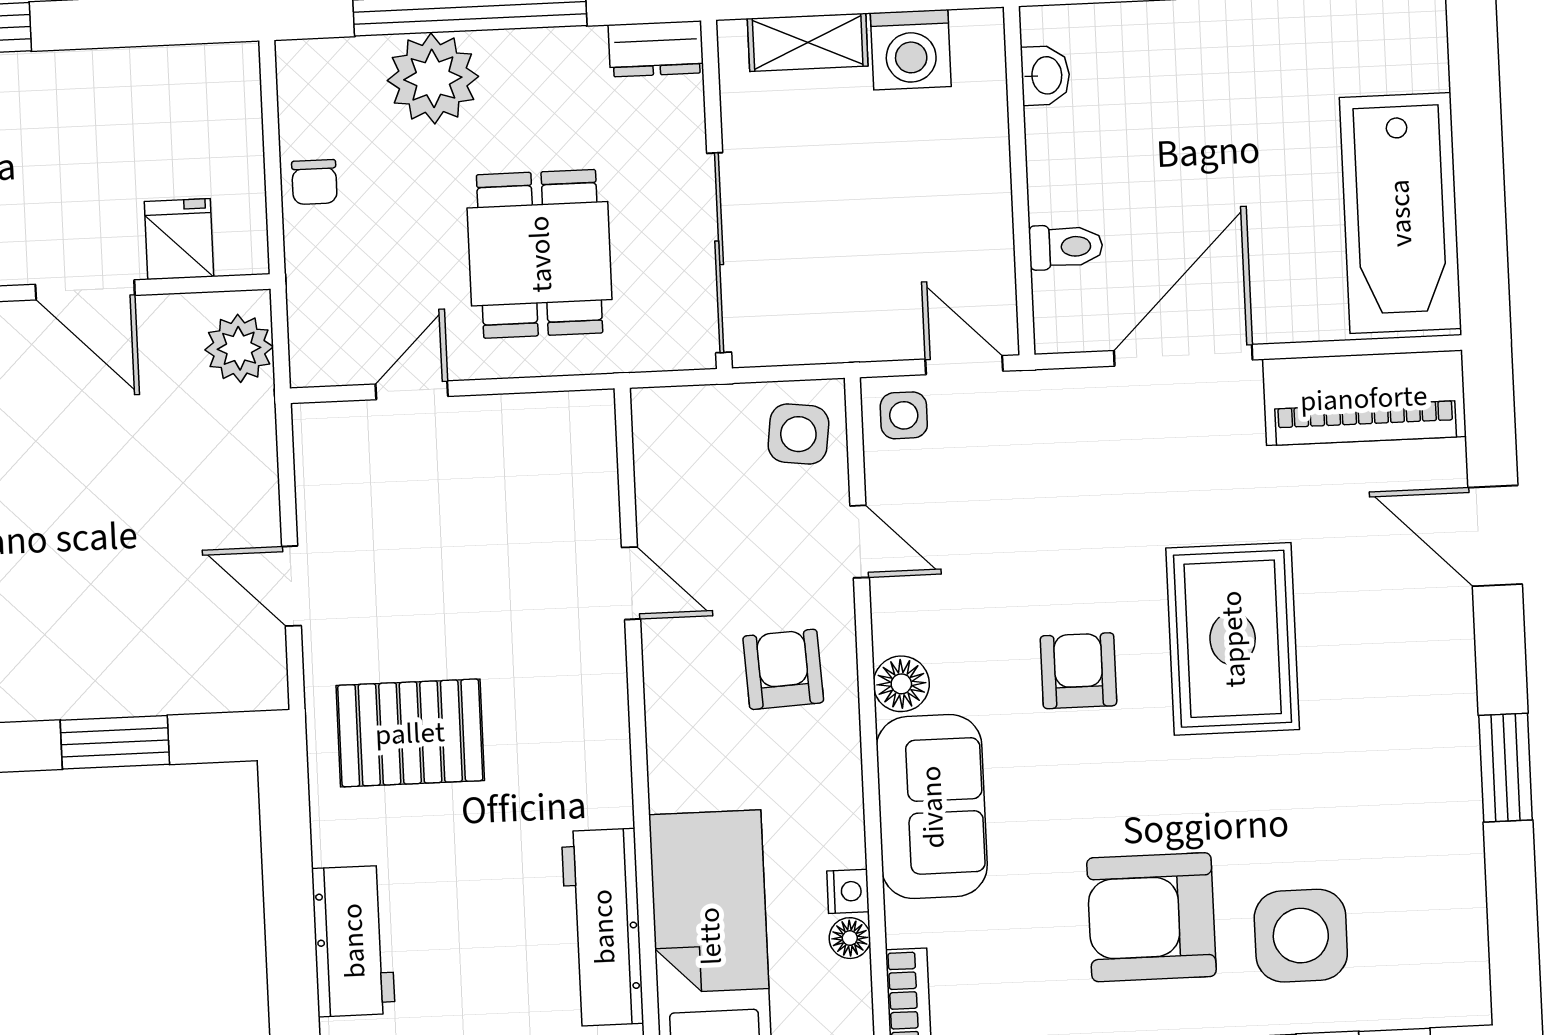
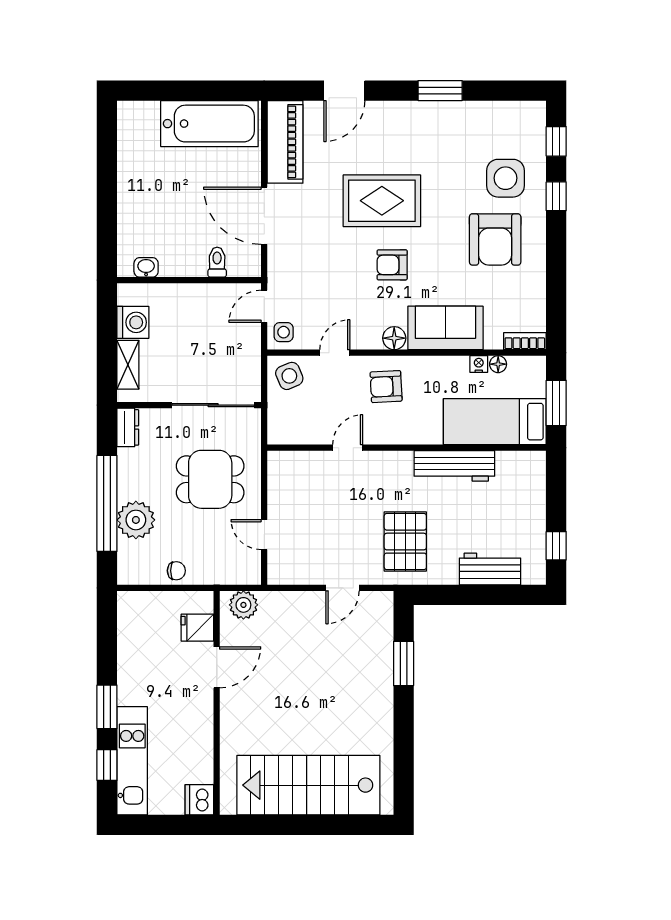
side table: (798, 434) -> (289, 376), turned -30
workbench: (603, 927) -> (454, 466), moved

